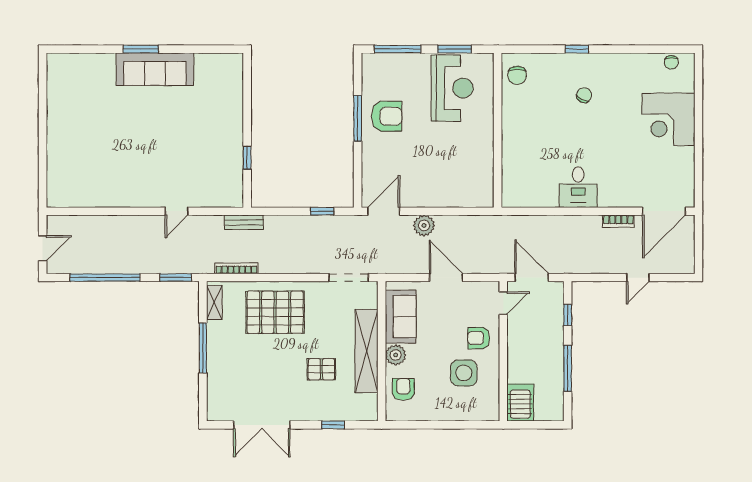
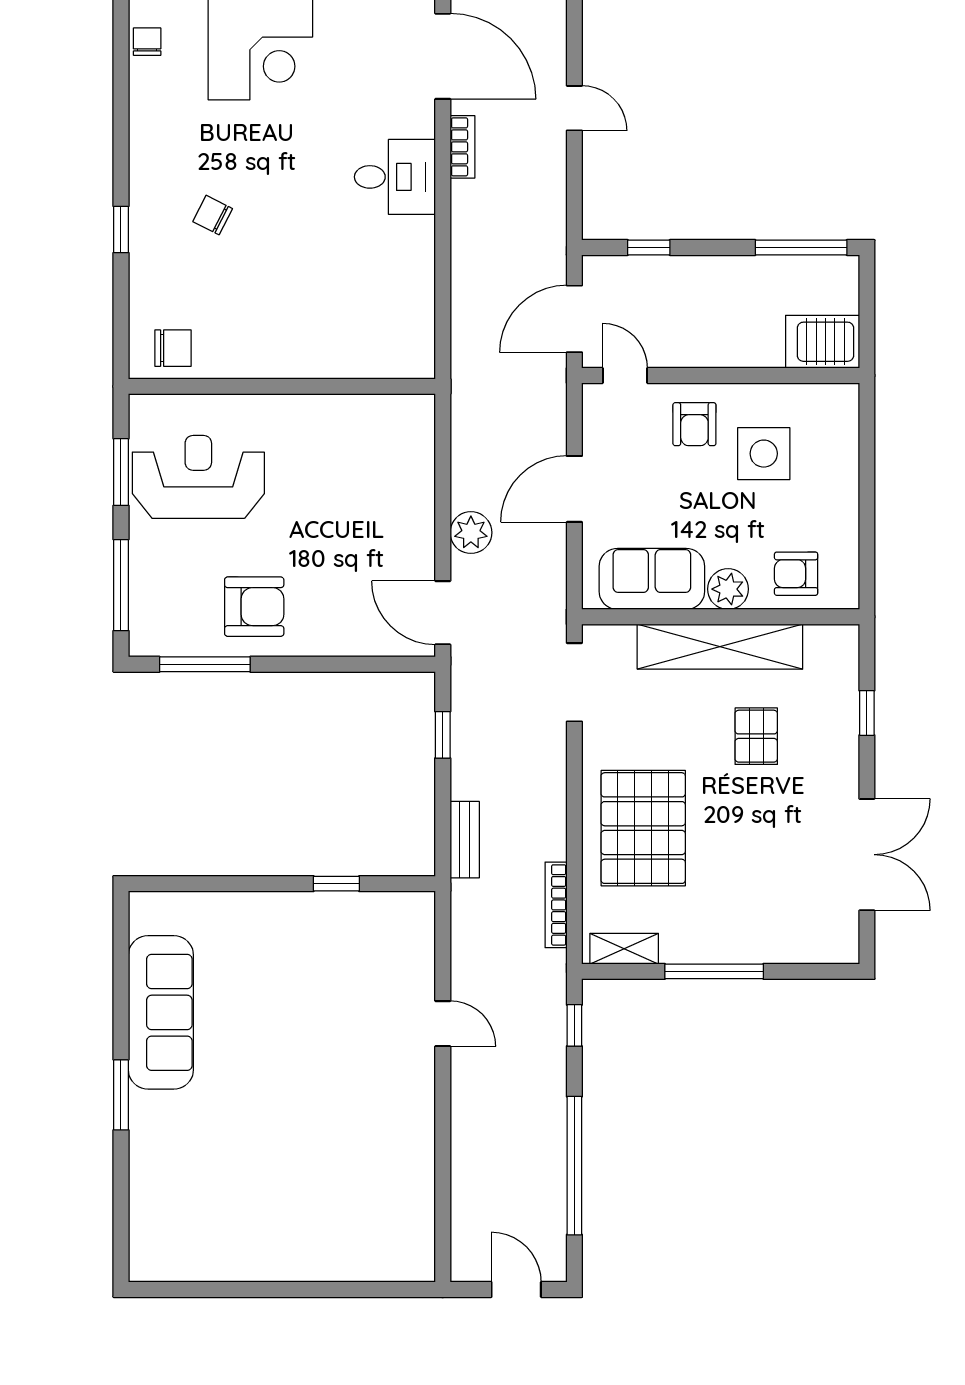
chair: (671, 62) -> (147, 42), turned -90
sofa: (155, 69) -> (161, 1012), moved
armchair: (387, 116) -> (254, 607), turned 90
window: (358, 118) -> (205, 664), moved
desk: (578, 187) -> (395, 177), moved
bench: (244, 222) -> (465, 840), moved
window: (176, 278) -> (574, 1025), width x0.67
window: (568, 368) -> (801, 248), moved

